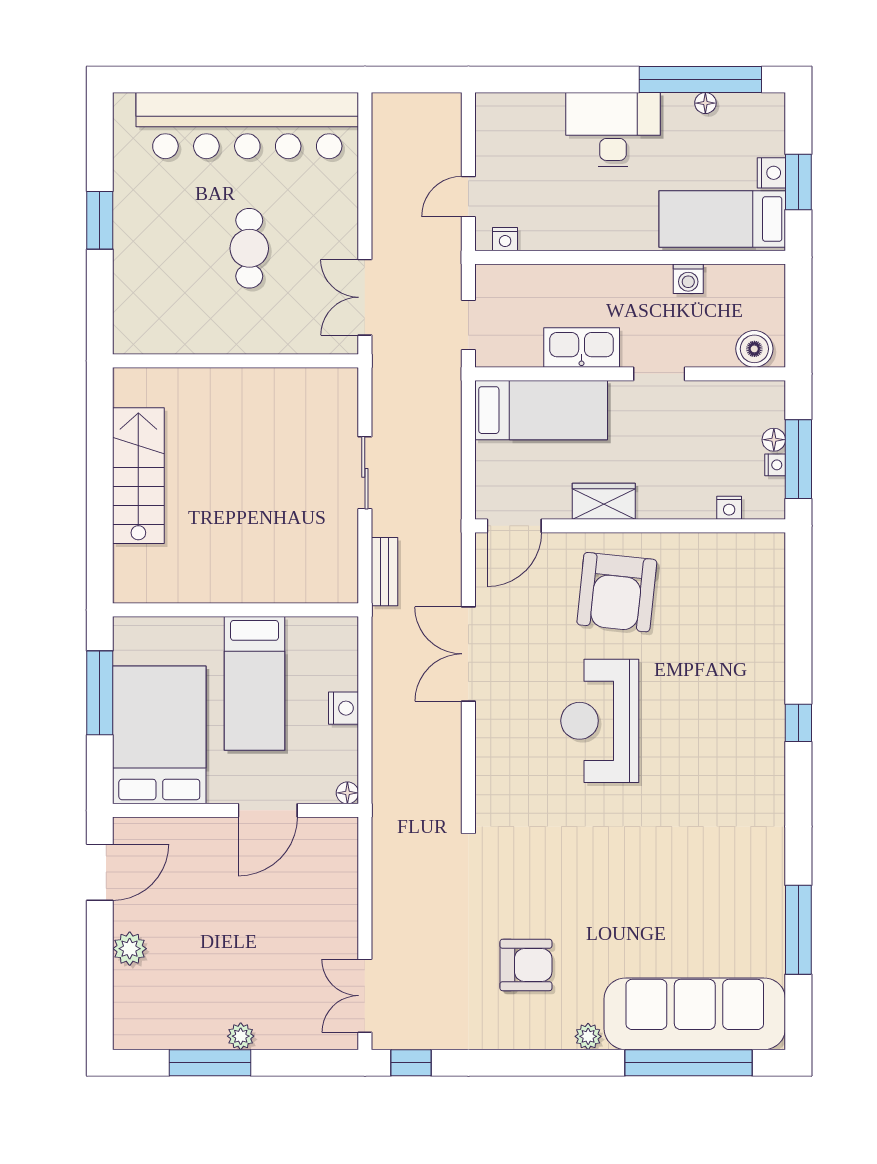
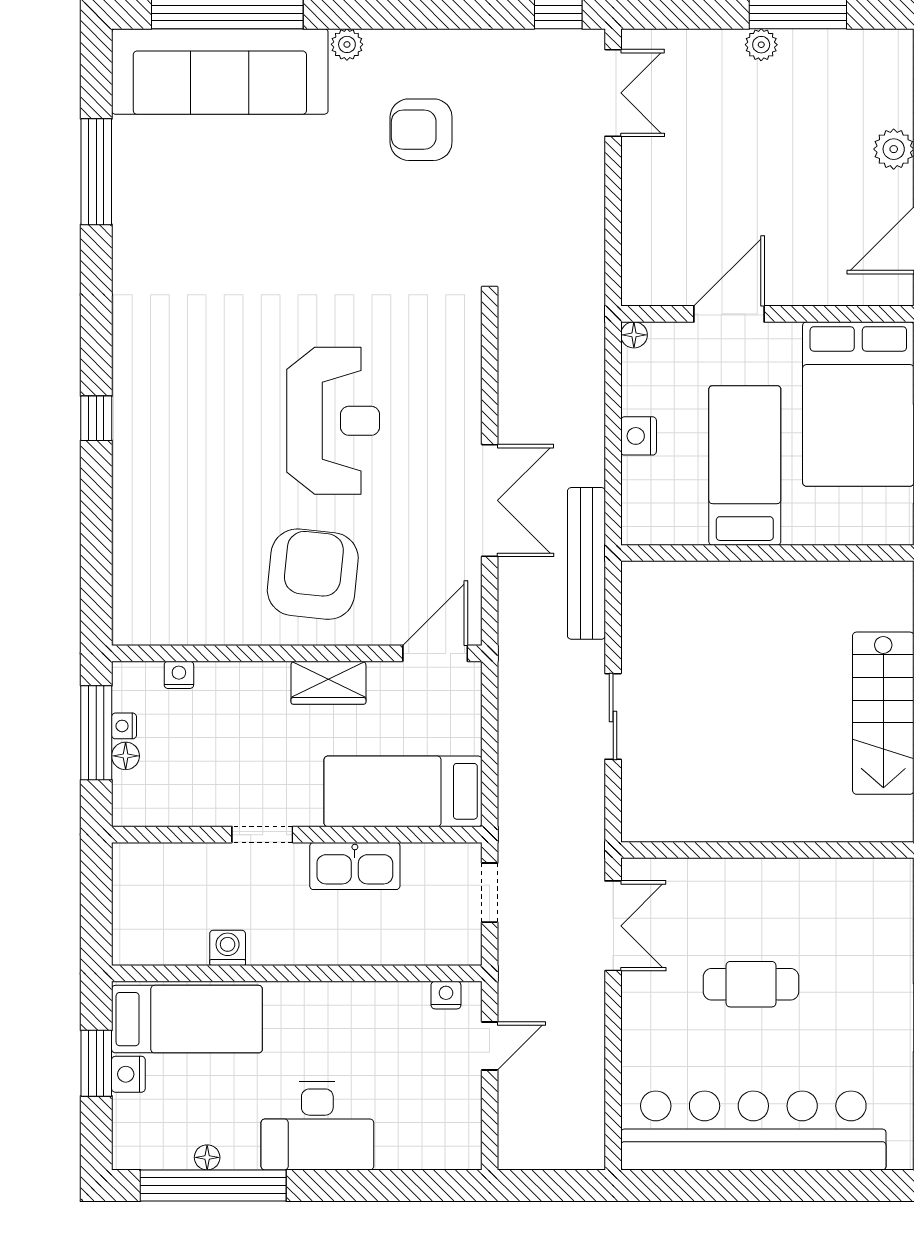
cafe table: (249, 248) -> (751, 984), turned 90
boiler: (754, 349) -> (149, 864), removed
bench: (384, 572) -> (586, 563), width x1.86, depth x1.21

